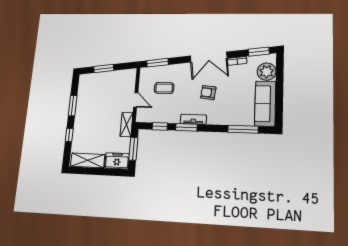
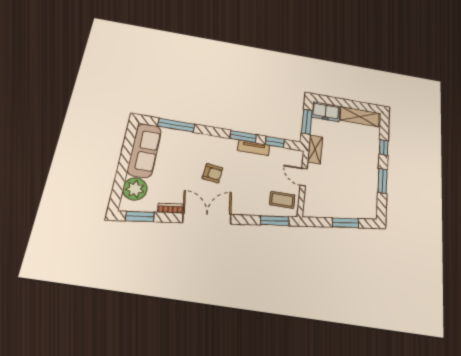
coffee table: (164, 88) -> (282, 200), moved
tv unit: (193, 119) -> (254, 148), moved

